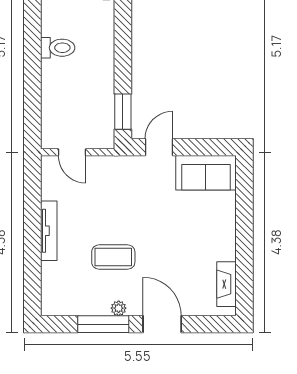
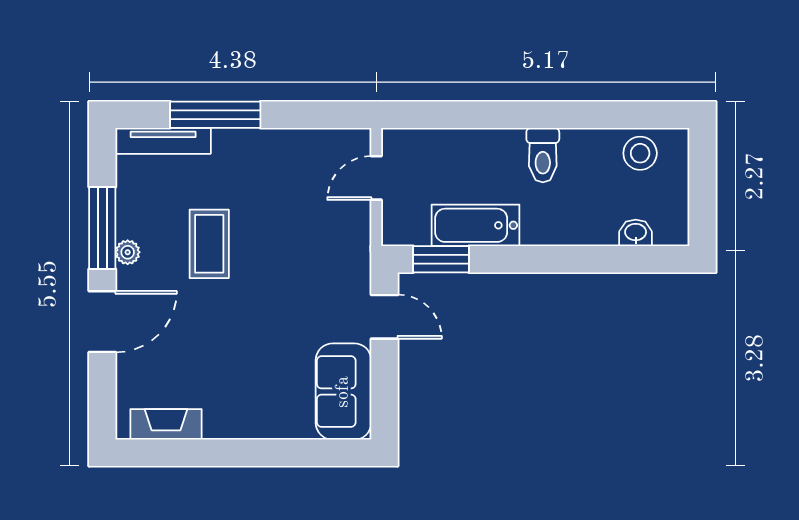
bathtub: (102, 90) -> (476, 225), added
tv unit: (49, 231) -> (163, 141), moved
window: (32, 253) -> (215, 115), added

